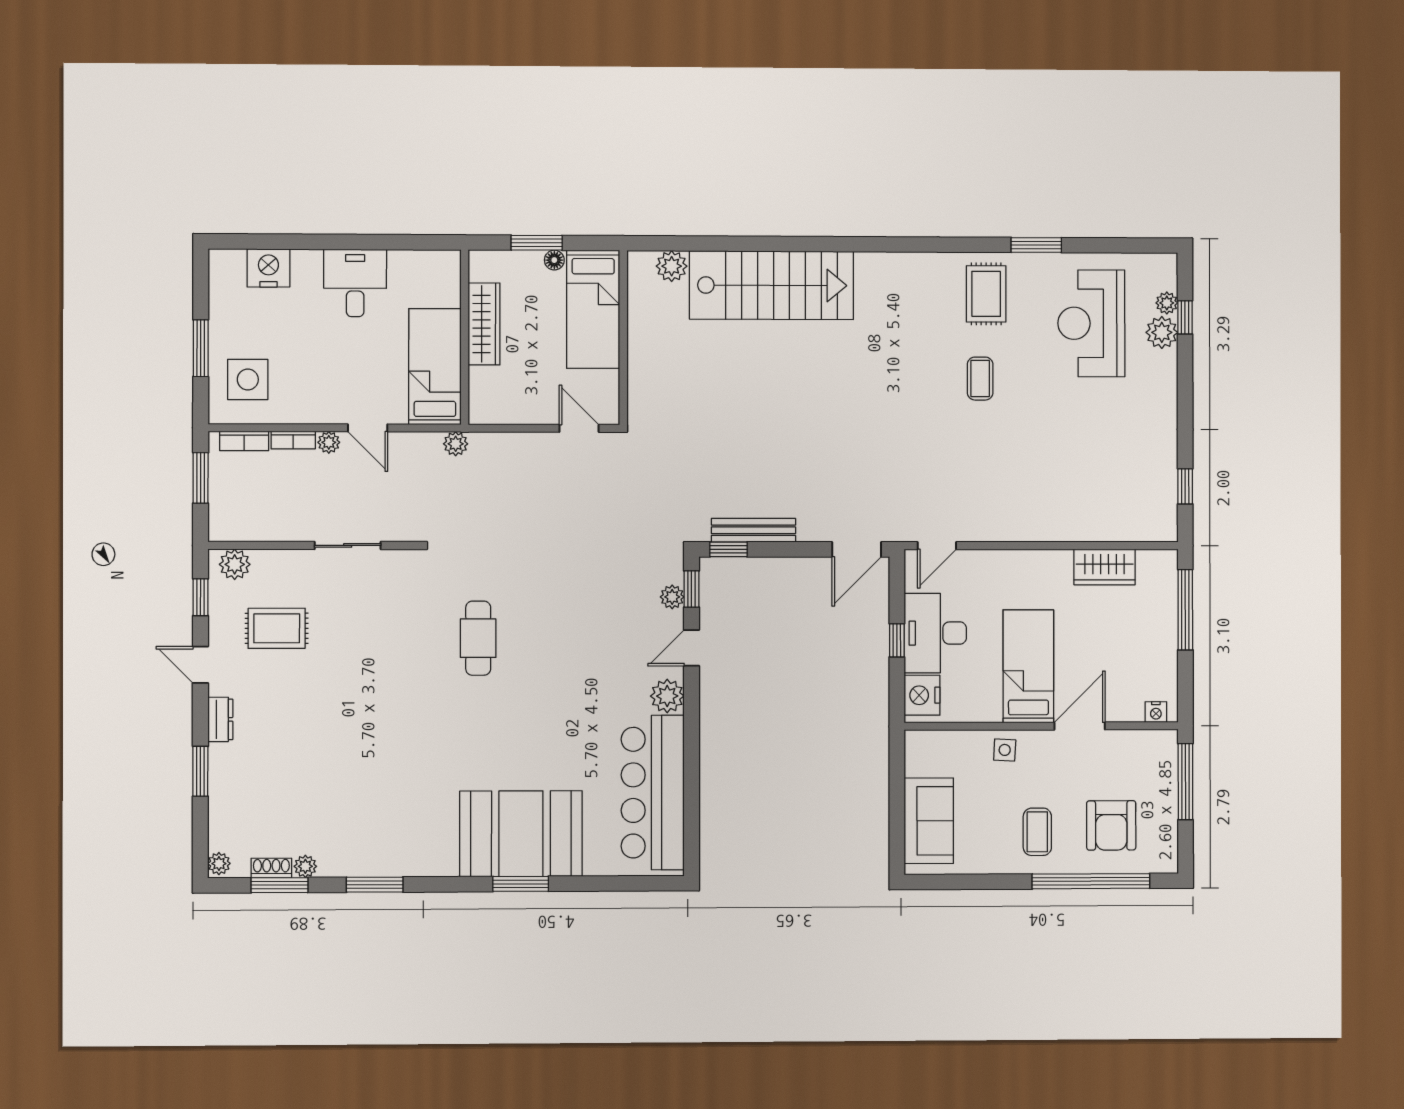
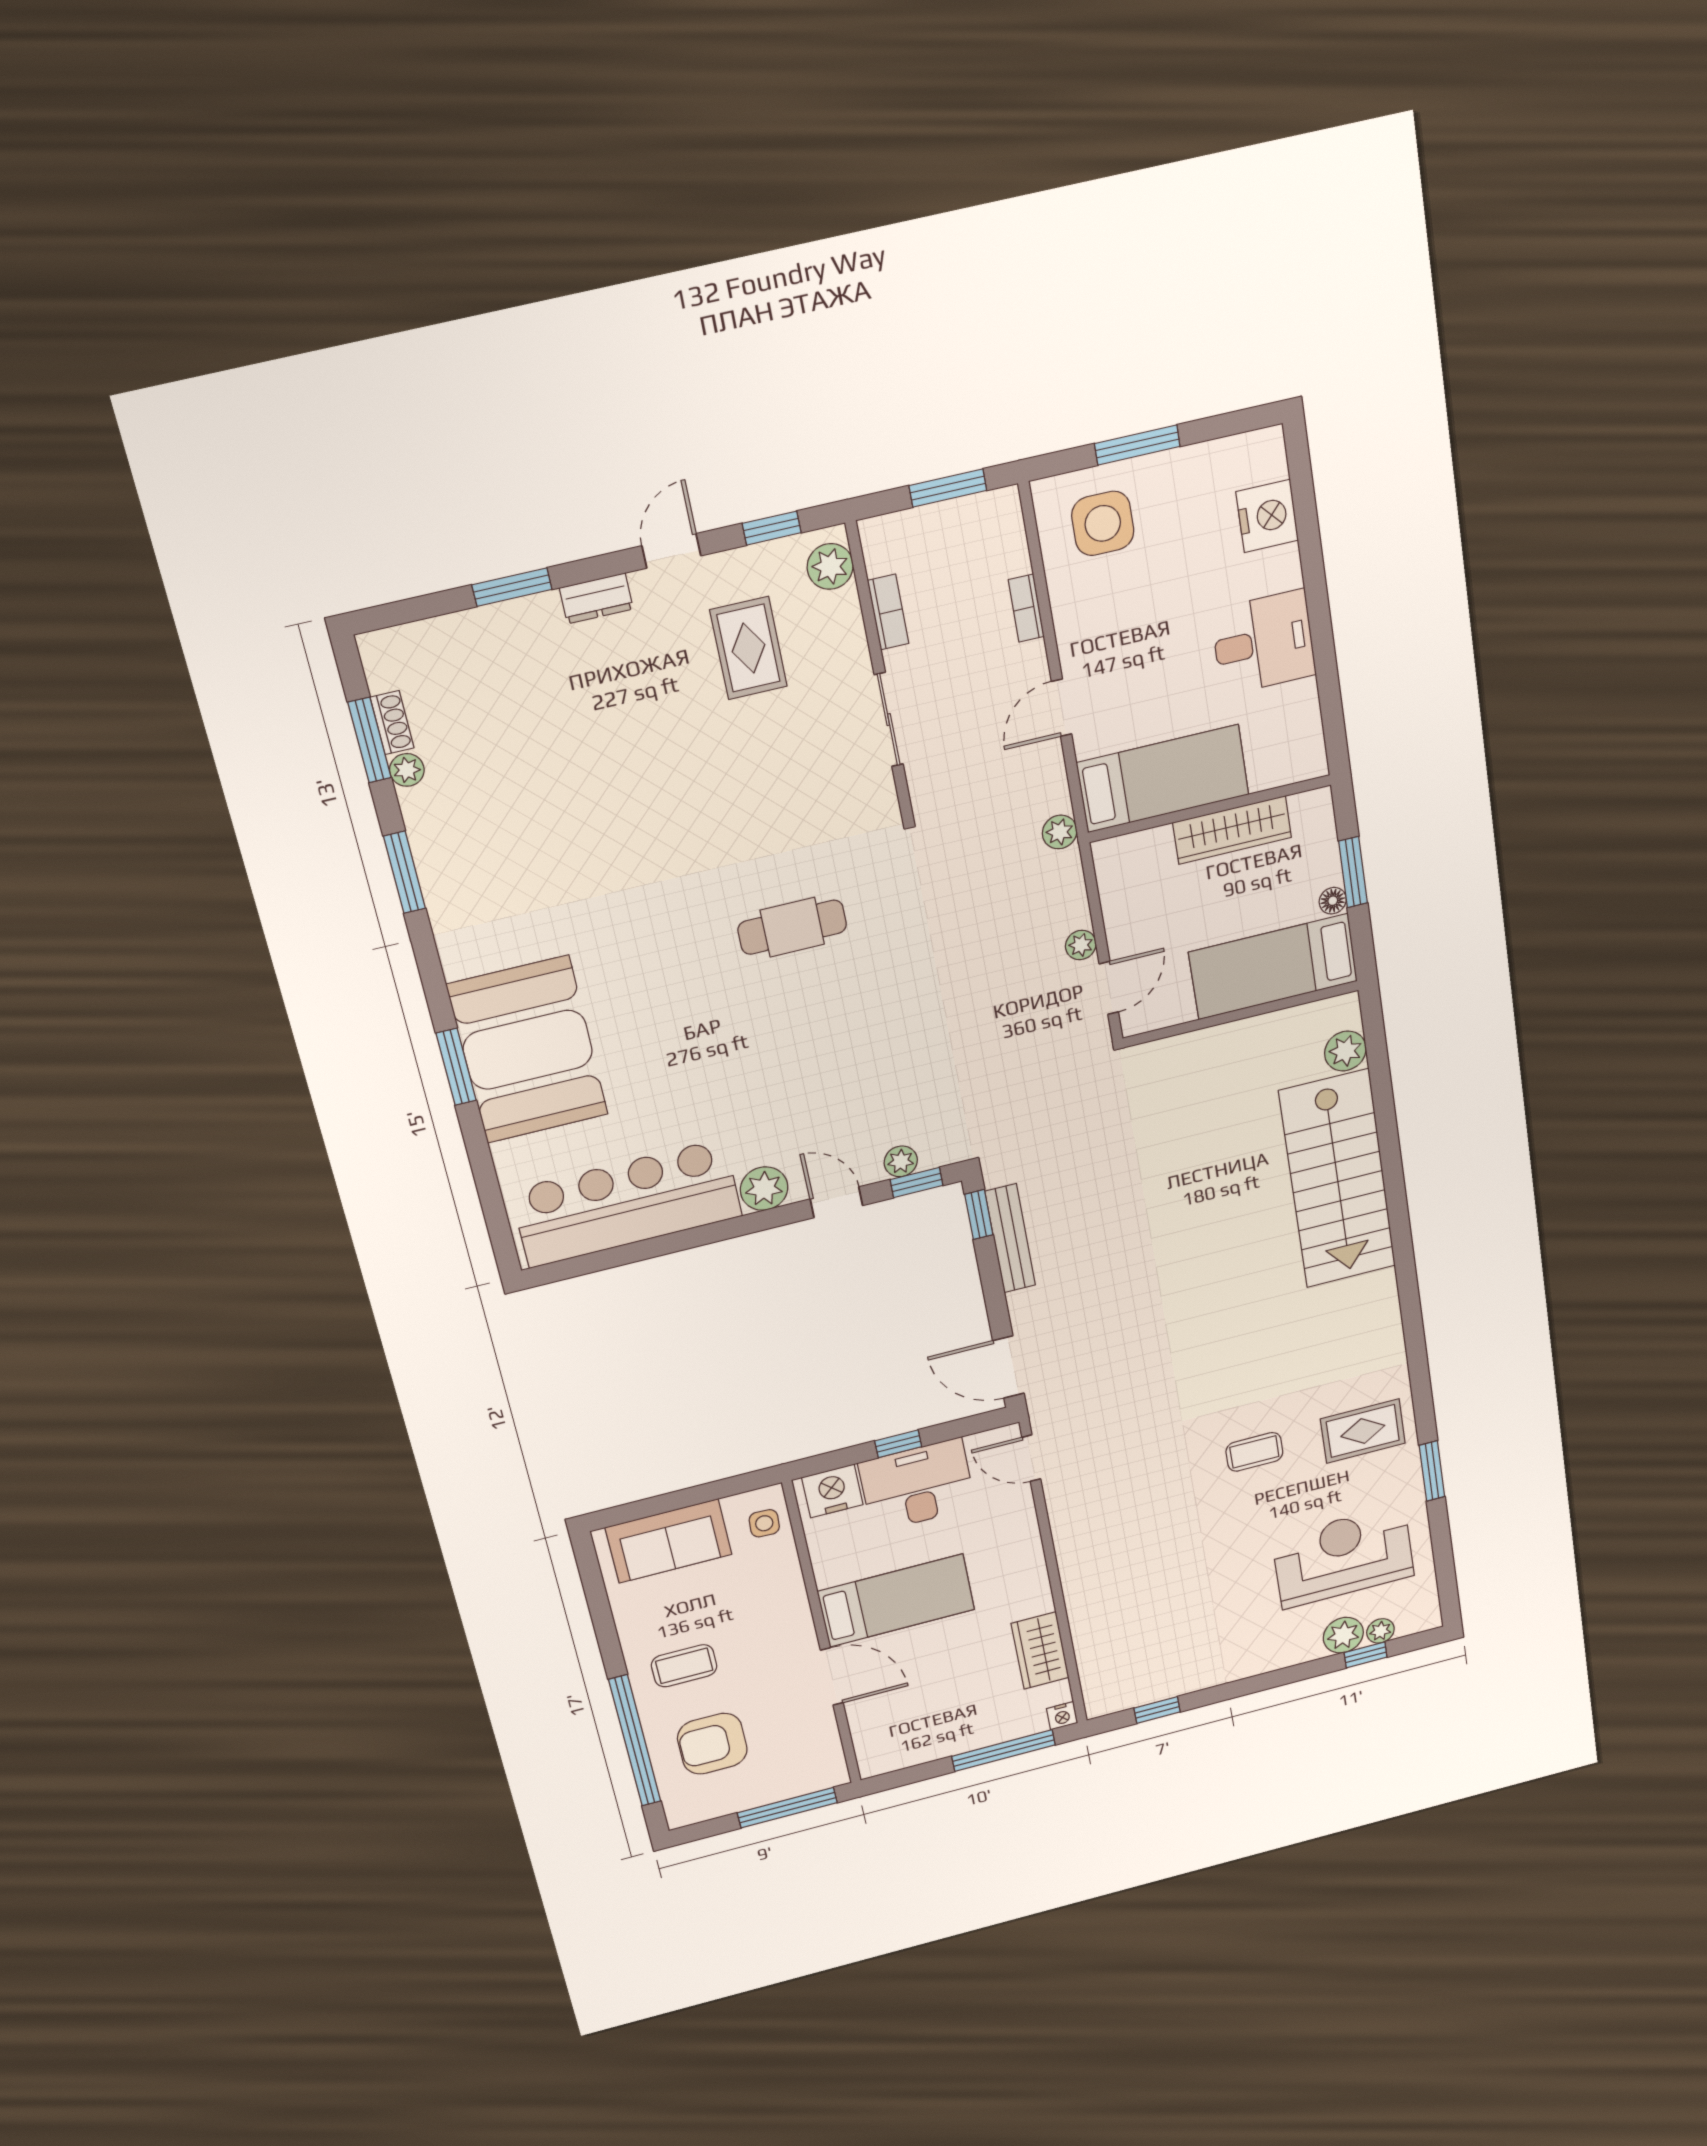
bookcase: (244, 441) -> (888, 612), moved, turned 180
plant: (329, 442) -> (1081, 945), moved
nightstand: (1156, 712) -> (1062, 1716), moved, turned -90
side table: (1005, 750) -> (764, 1523), moved
plant: (219, 864) -> (380, 646), removed

